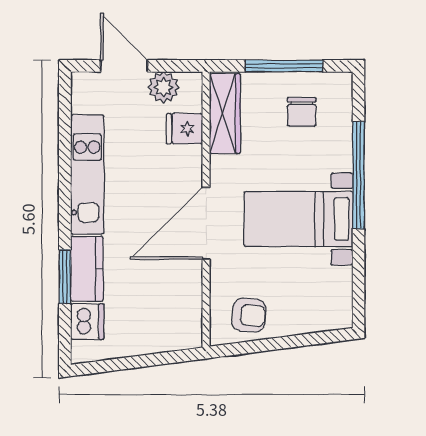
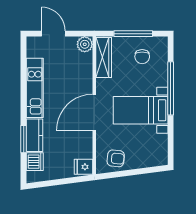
plant: (163, 87) -> (85, 44), moved
fridge: (184, 129) -> (83, 167), moved

